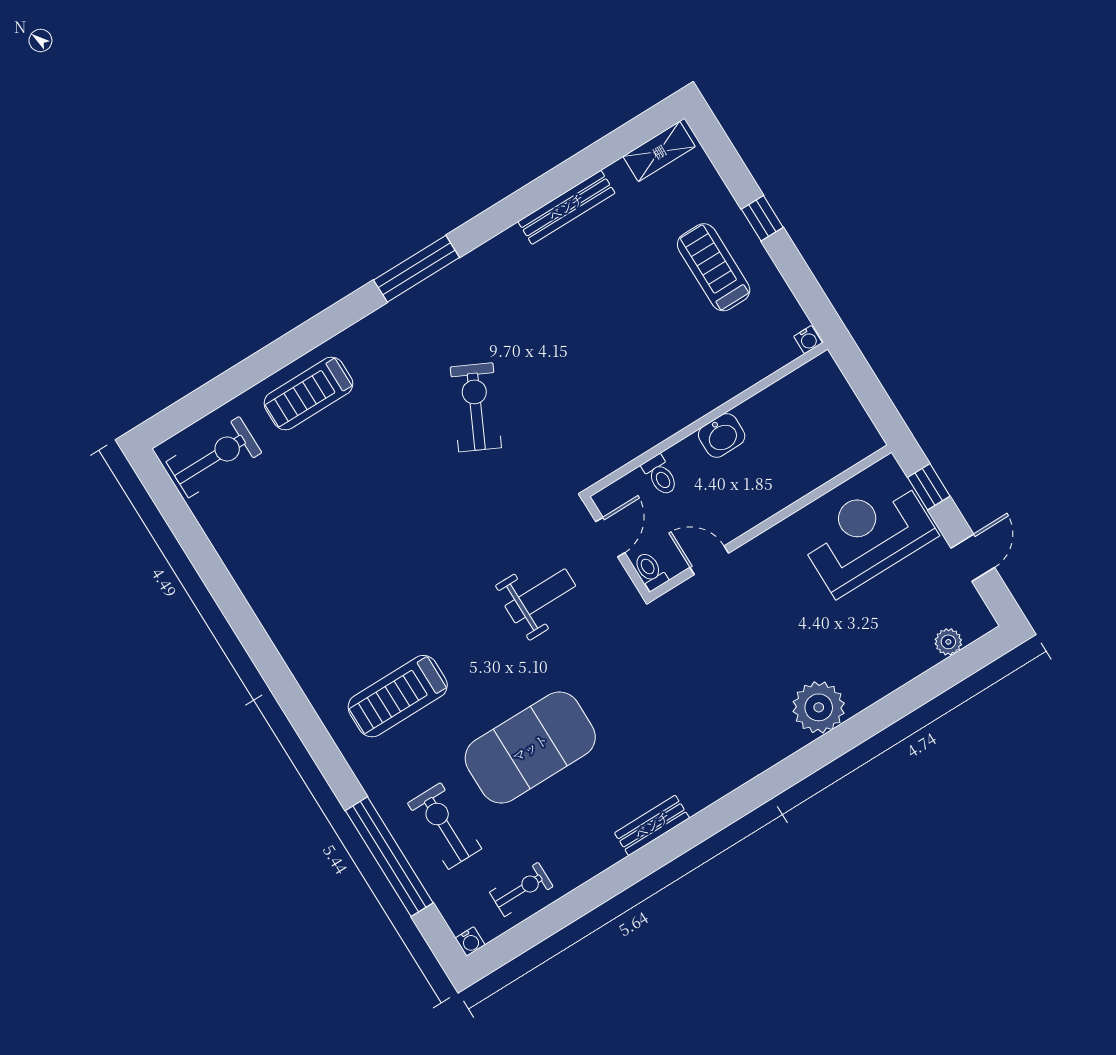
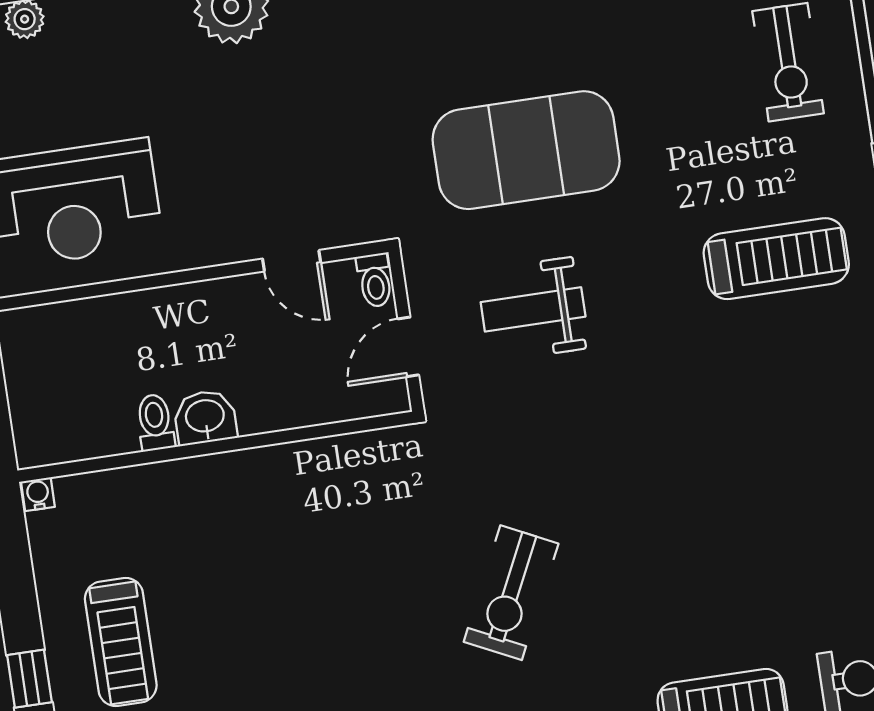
toilet: (660, 475) -> (155, 422), moved
exercise mat: (530, 748) -> (526, 150), moved

